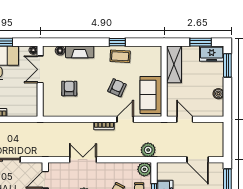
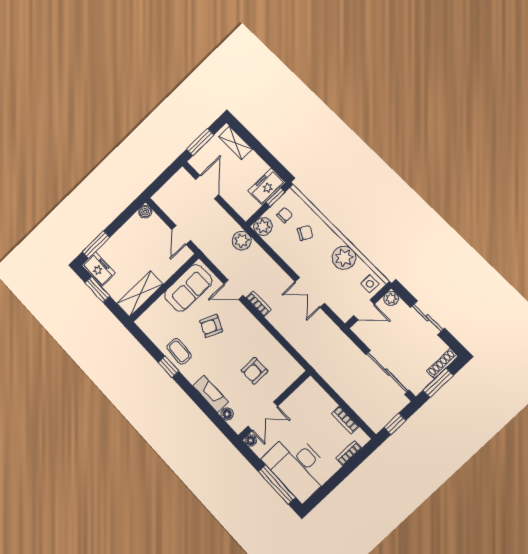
boiler: (218, 94) -> (145, 212), moved

